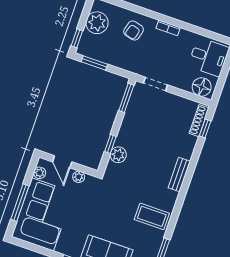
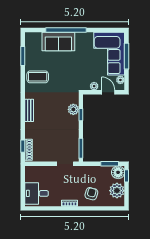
floor lamp: (202, 87) -> (118, 172), moved

